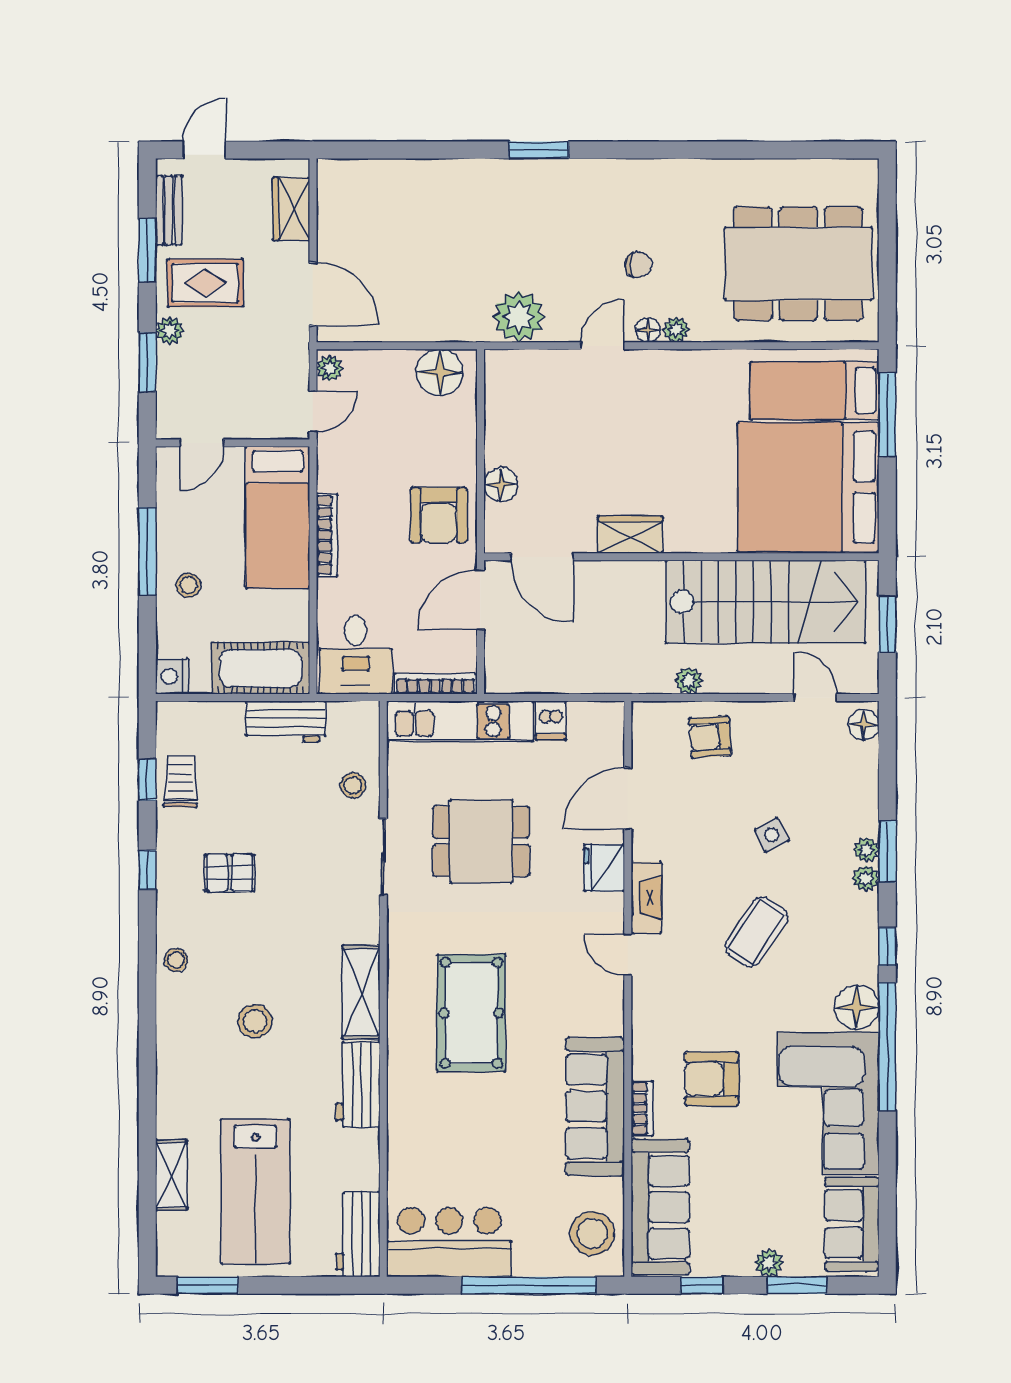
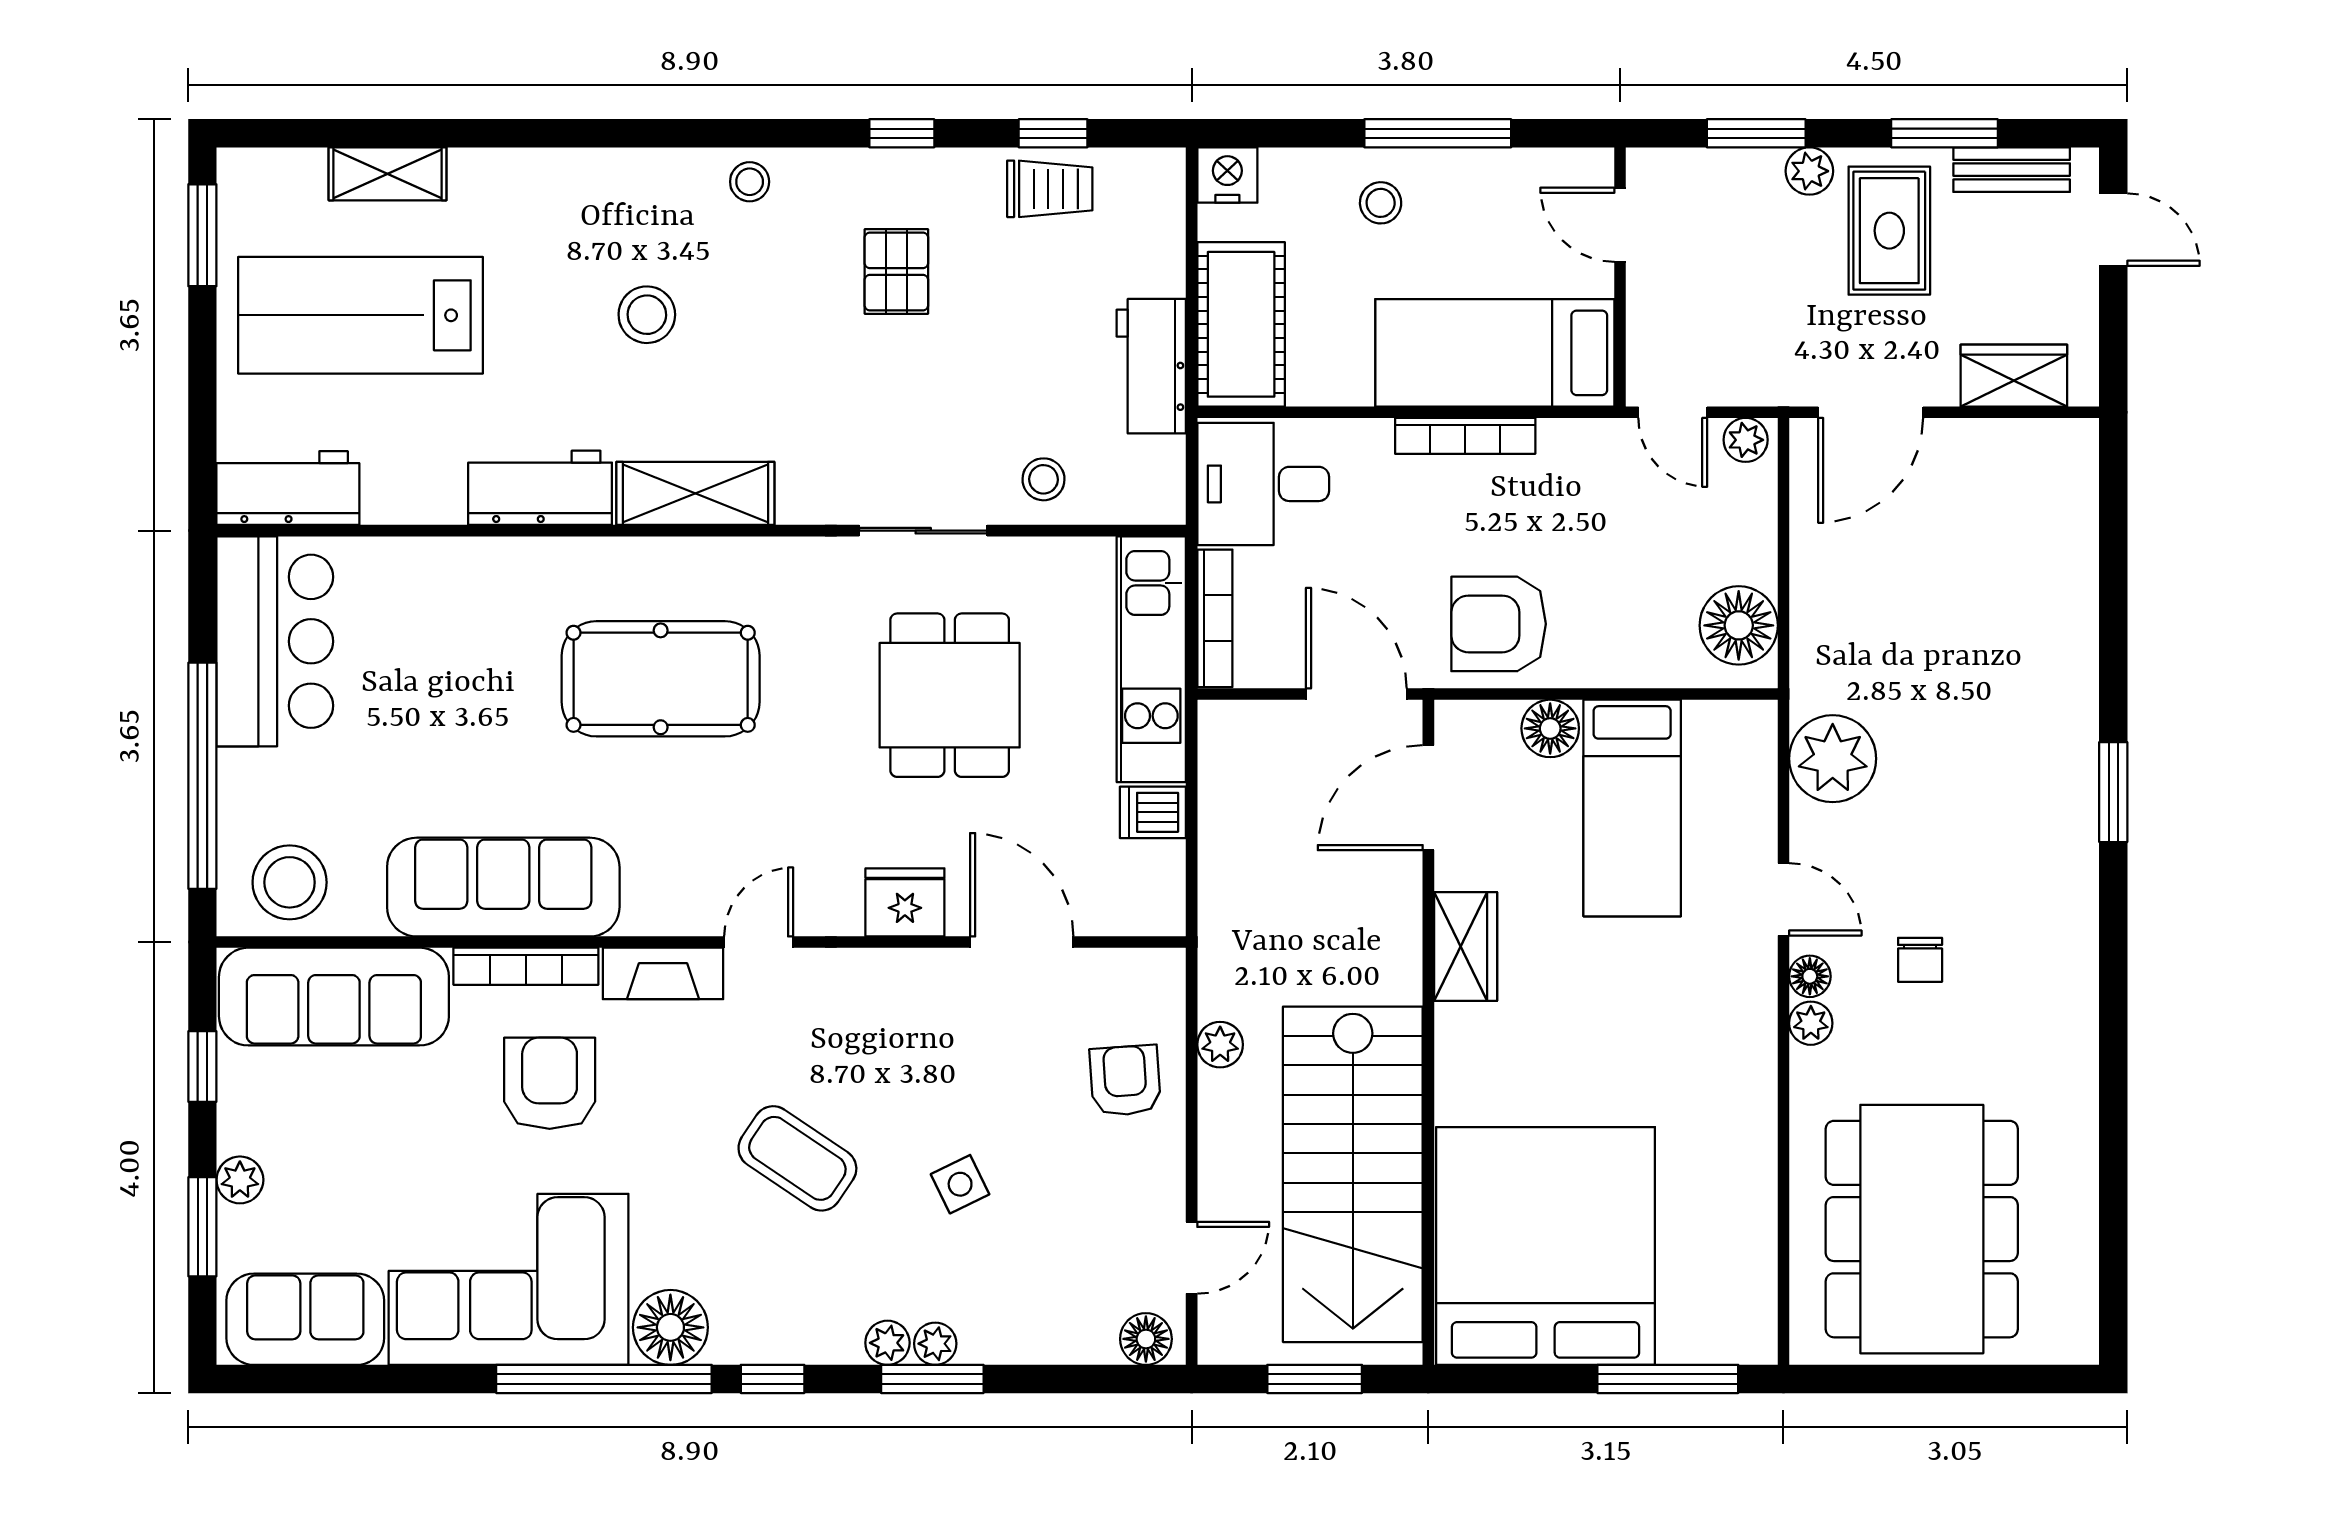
bed: (815, 391) -> (1632, 808), moved, turned 180
fireplace: (646, 898) -> (663, 973), moved
bookcase: (642, 1109) -> (526, 966), width x1.56

